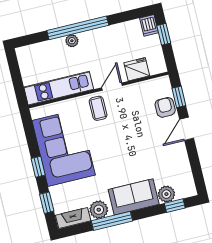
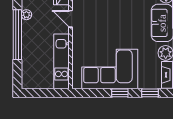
plant: (72, 41) -> (26, 15), moved
coffee table: (98, 108) -> (85, 34), removed

